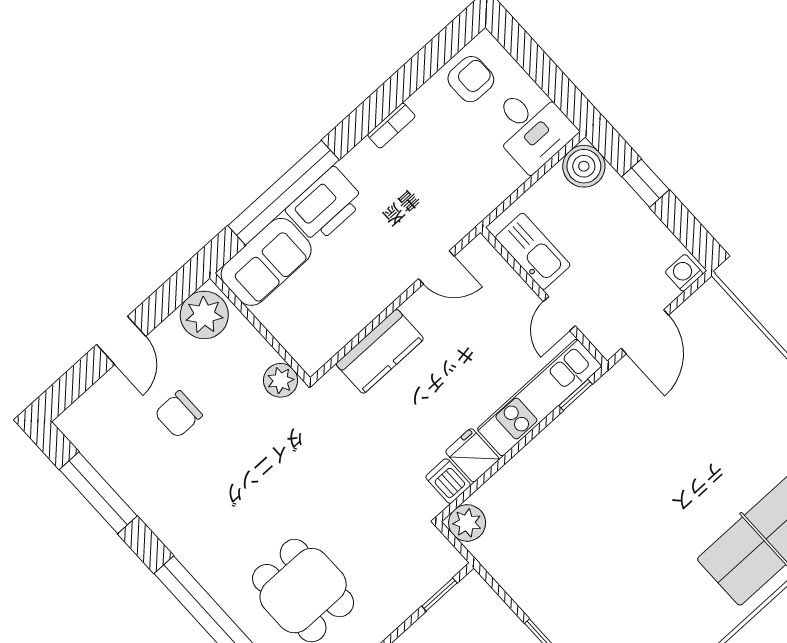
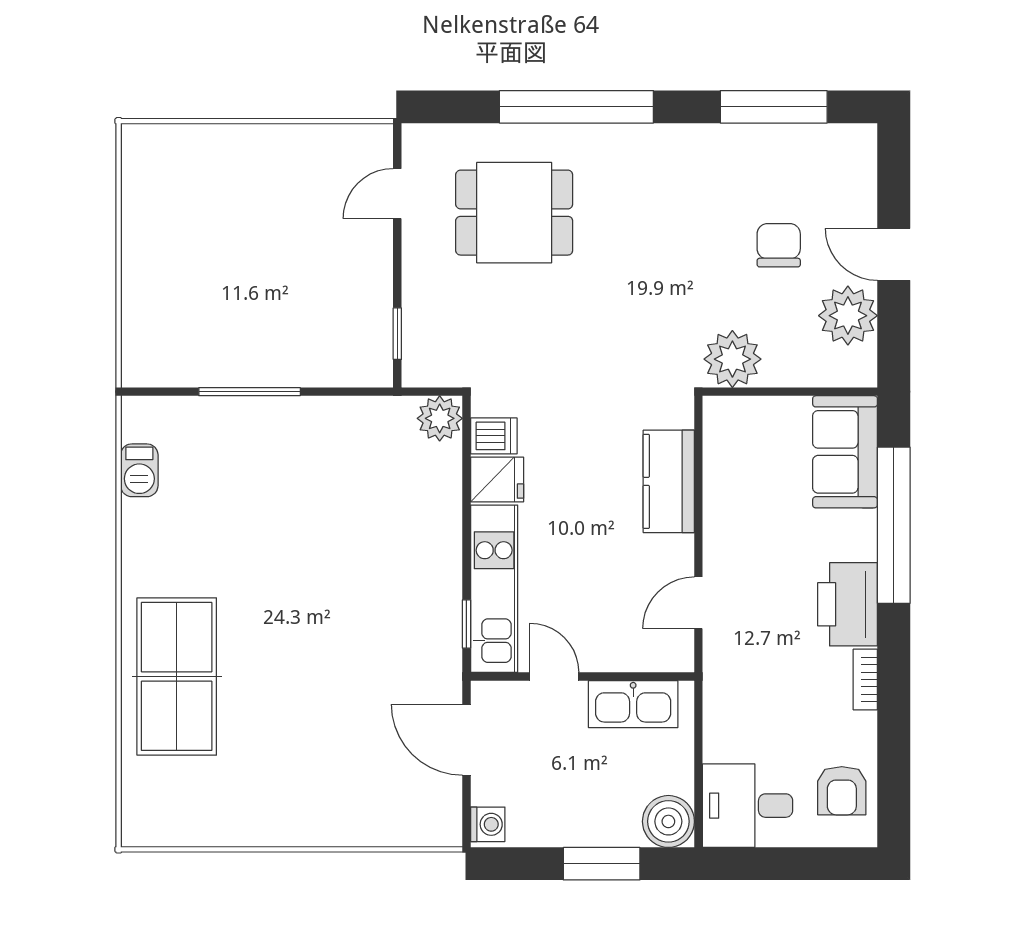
window: (646, 183) -> (602, 864), width x1.50
printer: (325, 205) -> (848, 604), moved
plant: (204, 315) -> (848, 316), moved
plant: (281, 380) -> (732, 359), width x1.36, depth x1.36

